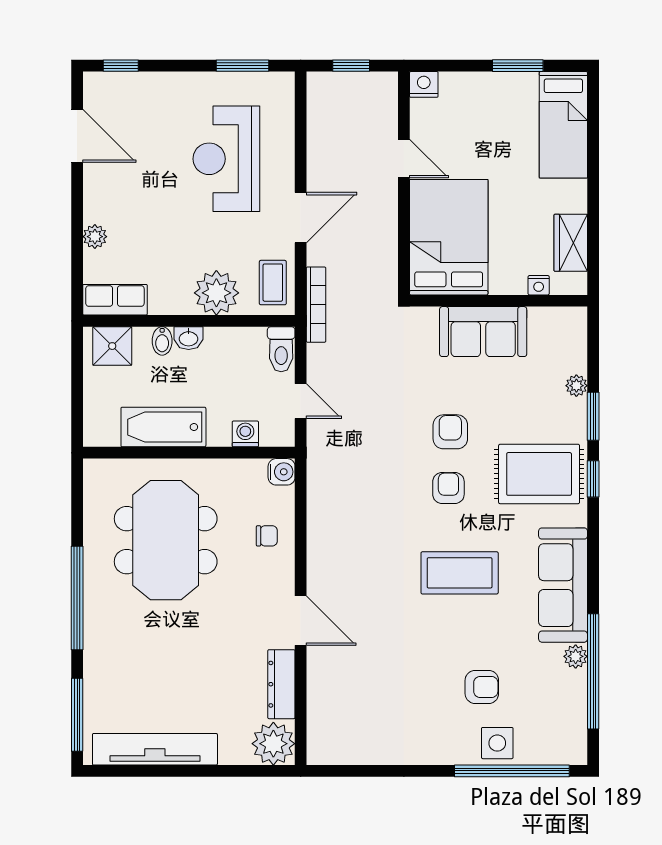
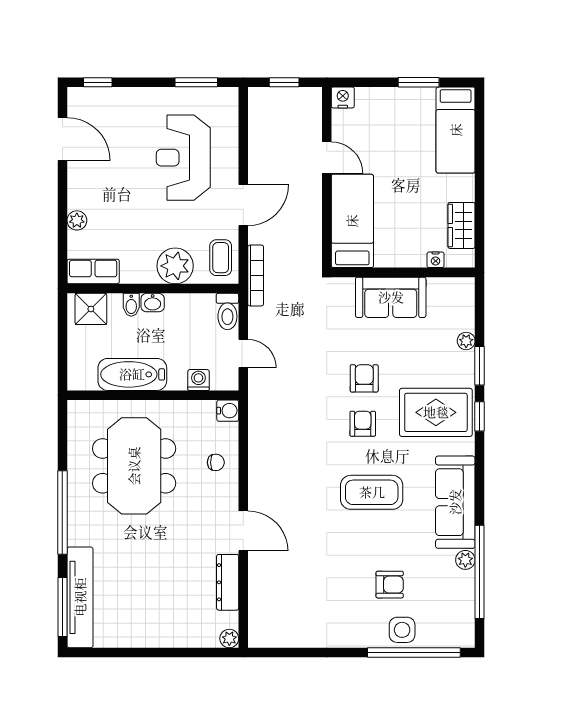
bed: (449, 237) -> (352, 221), width x0.67
plant: (273, 744) -> (229, 639), width x0.53, depth x0.53
tv unit: (155, 749) -> (80, 597), moved, turned 90

